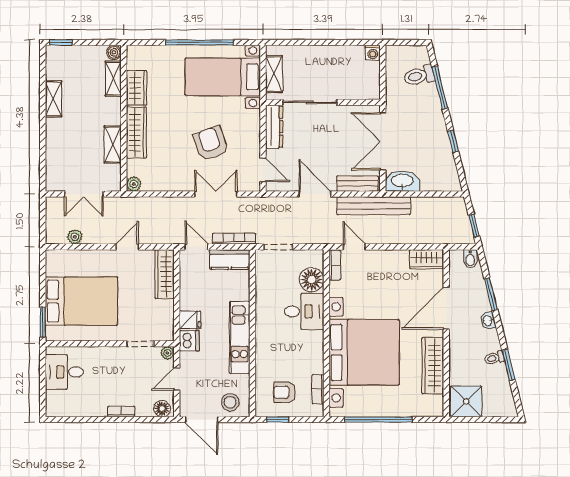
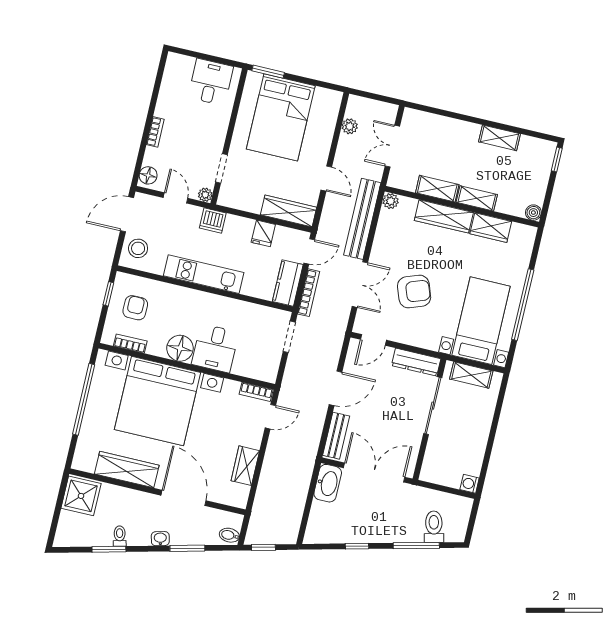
shelving: (113, 79) -> (477, 198), moved
bench: (374, 206) -> (362, 219), moved
wardrobe: (426, 259) -> (245, 466), moved
floor lamp: (312, 280) -> (180, 348), moved
fridge: (190, 320) -> (263, 233), moved

